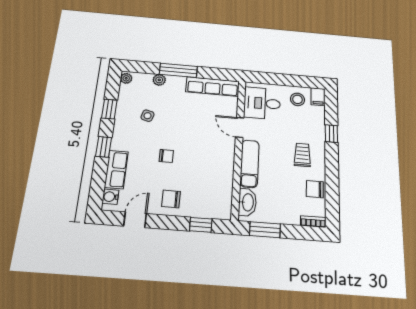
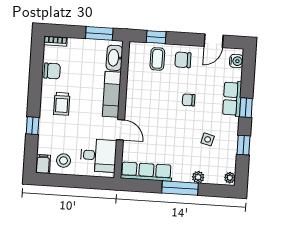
row of seats: (116, 169) -> (232, 99), moved
chair: (171, 199) -> (183, 60), turned 180
coffee table: (200, 200) -> (157, 59), added

